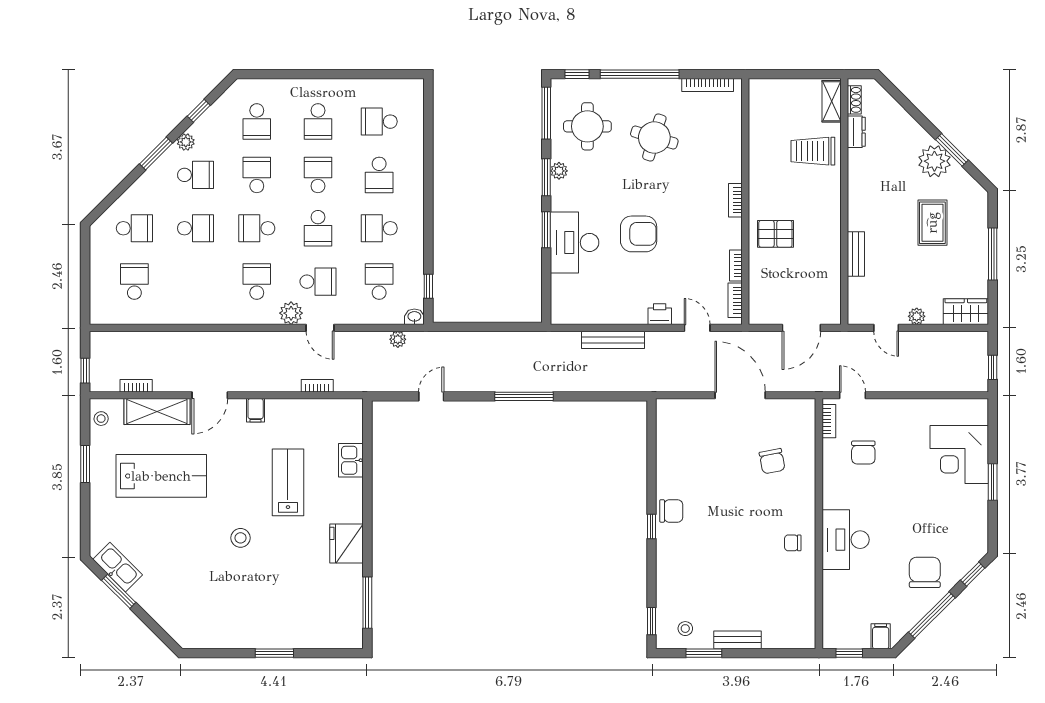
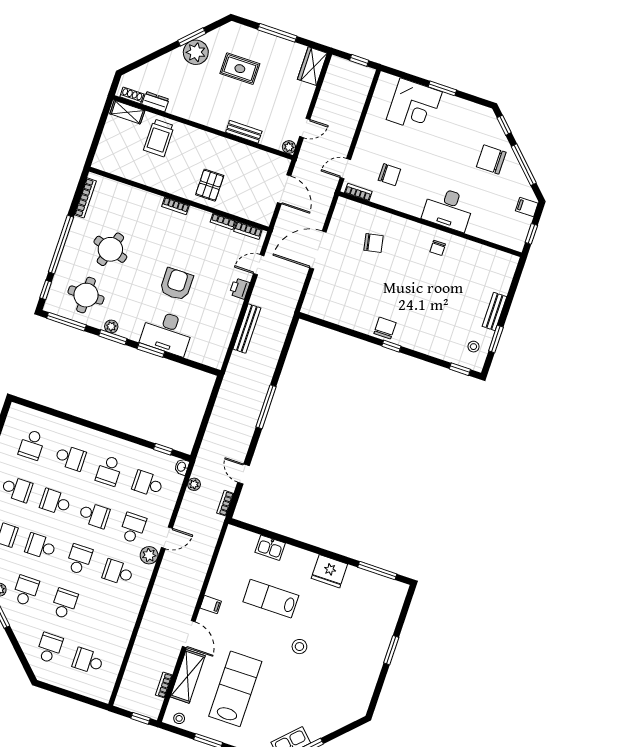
school desk: (257, 228) -> (79, 559), turned 180
plant: (917, 316) -> (289, 147), moved
bookcase: (317, 386) -> (225, 503), moved

